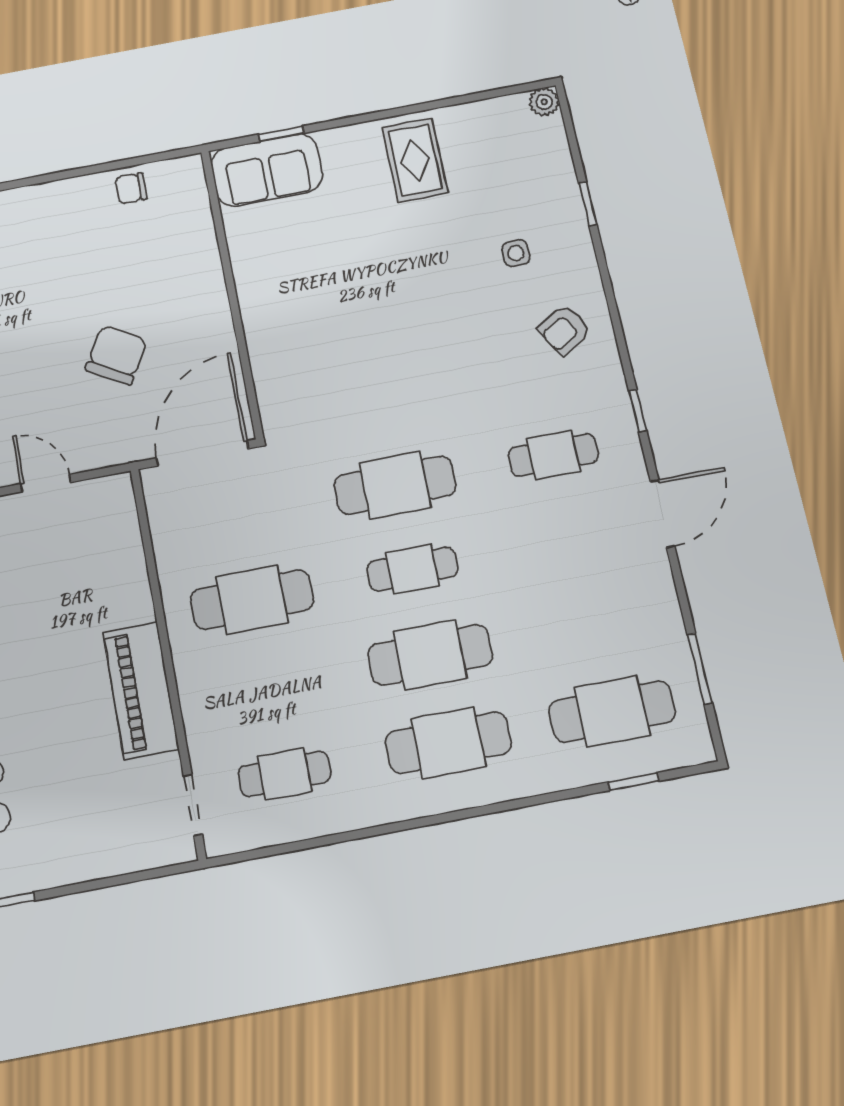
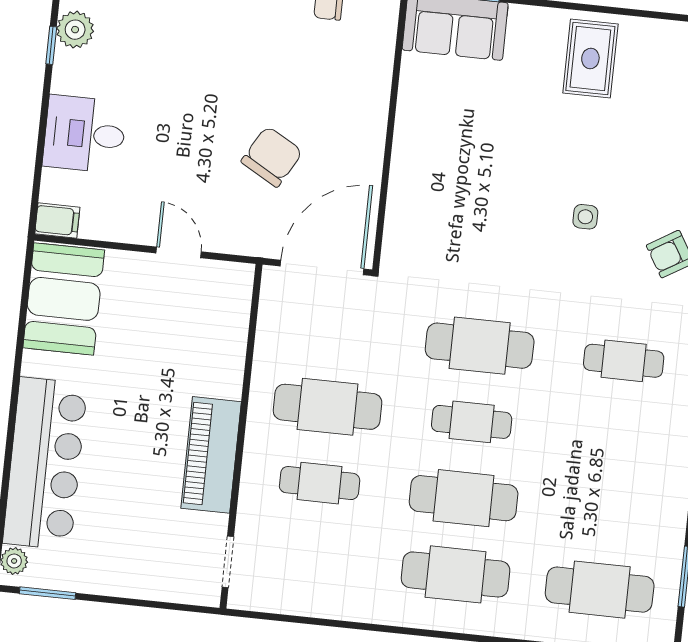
side table: (516, 253) -> (585, 217), moved
cafe table: (284, 774) -> (320, 483), moved

